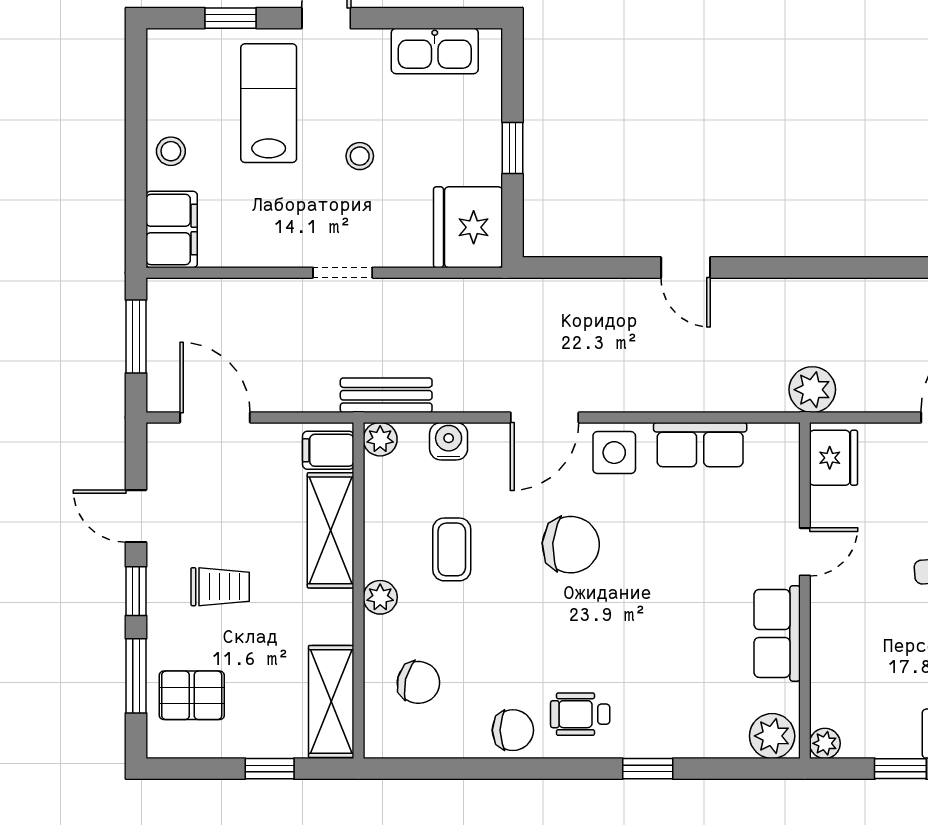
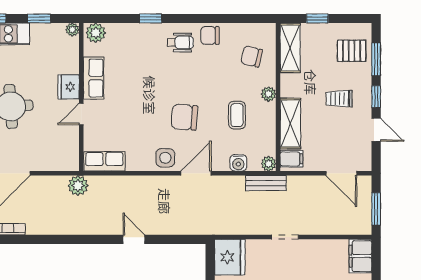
row of seats: (700, 445) -> (104, 161), moved
fridge: (834, 458) -> (69, 87), moved

